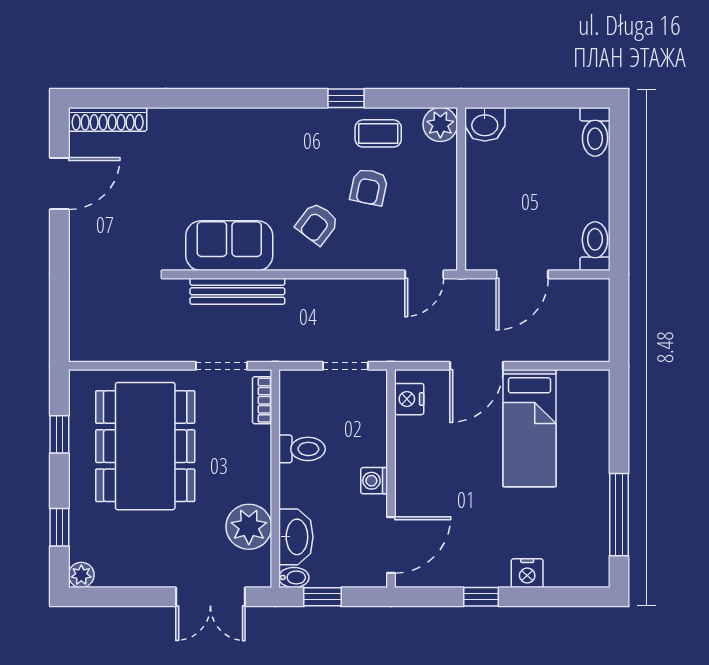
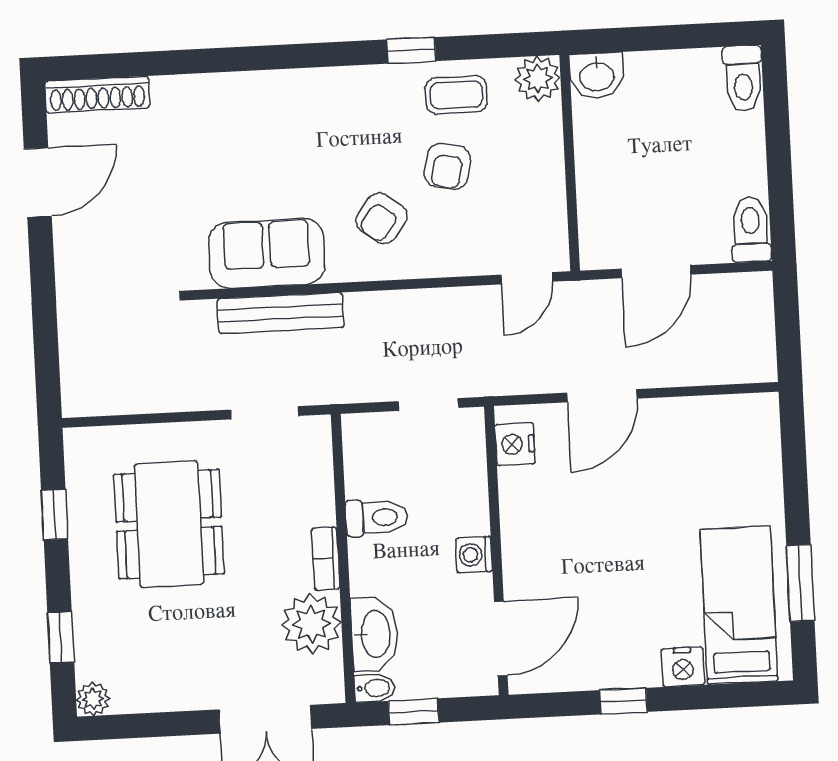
bookcase: (262, 400) -> (326, 558), moved
bed: (529, 428) -> (739, 605), moved, turned 180
dining table: (145, 446) -> (169, 524), width x0.73, depth x0.80
window: (619, 515) -> (800, 583), width x0.69

